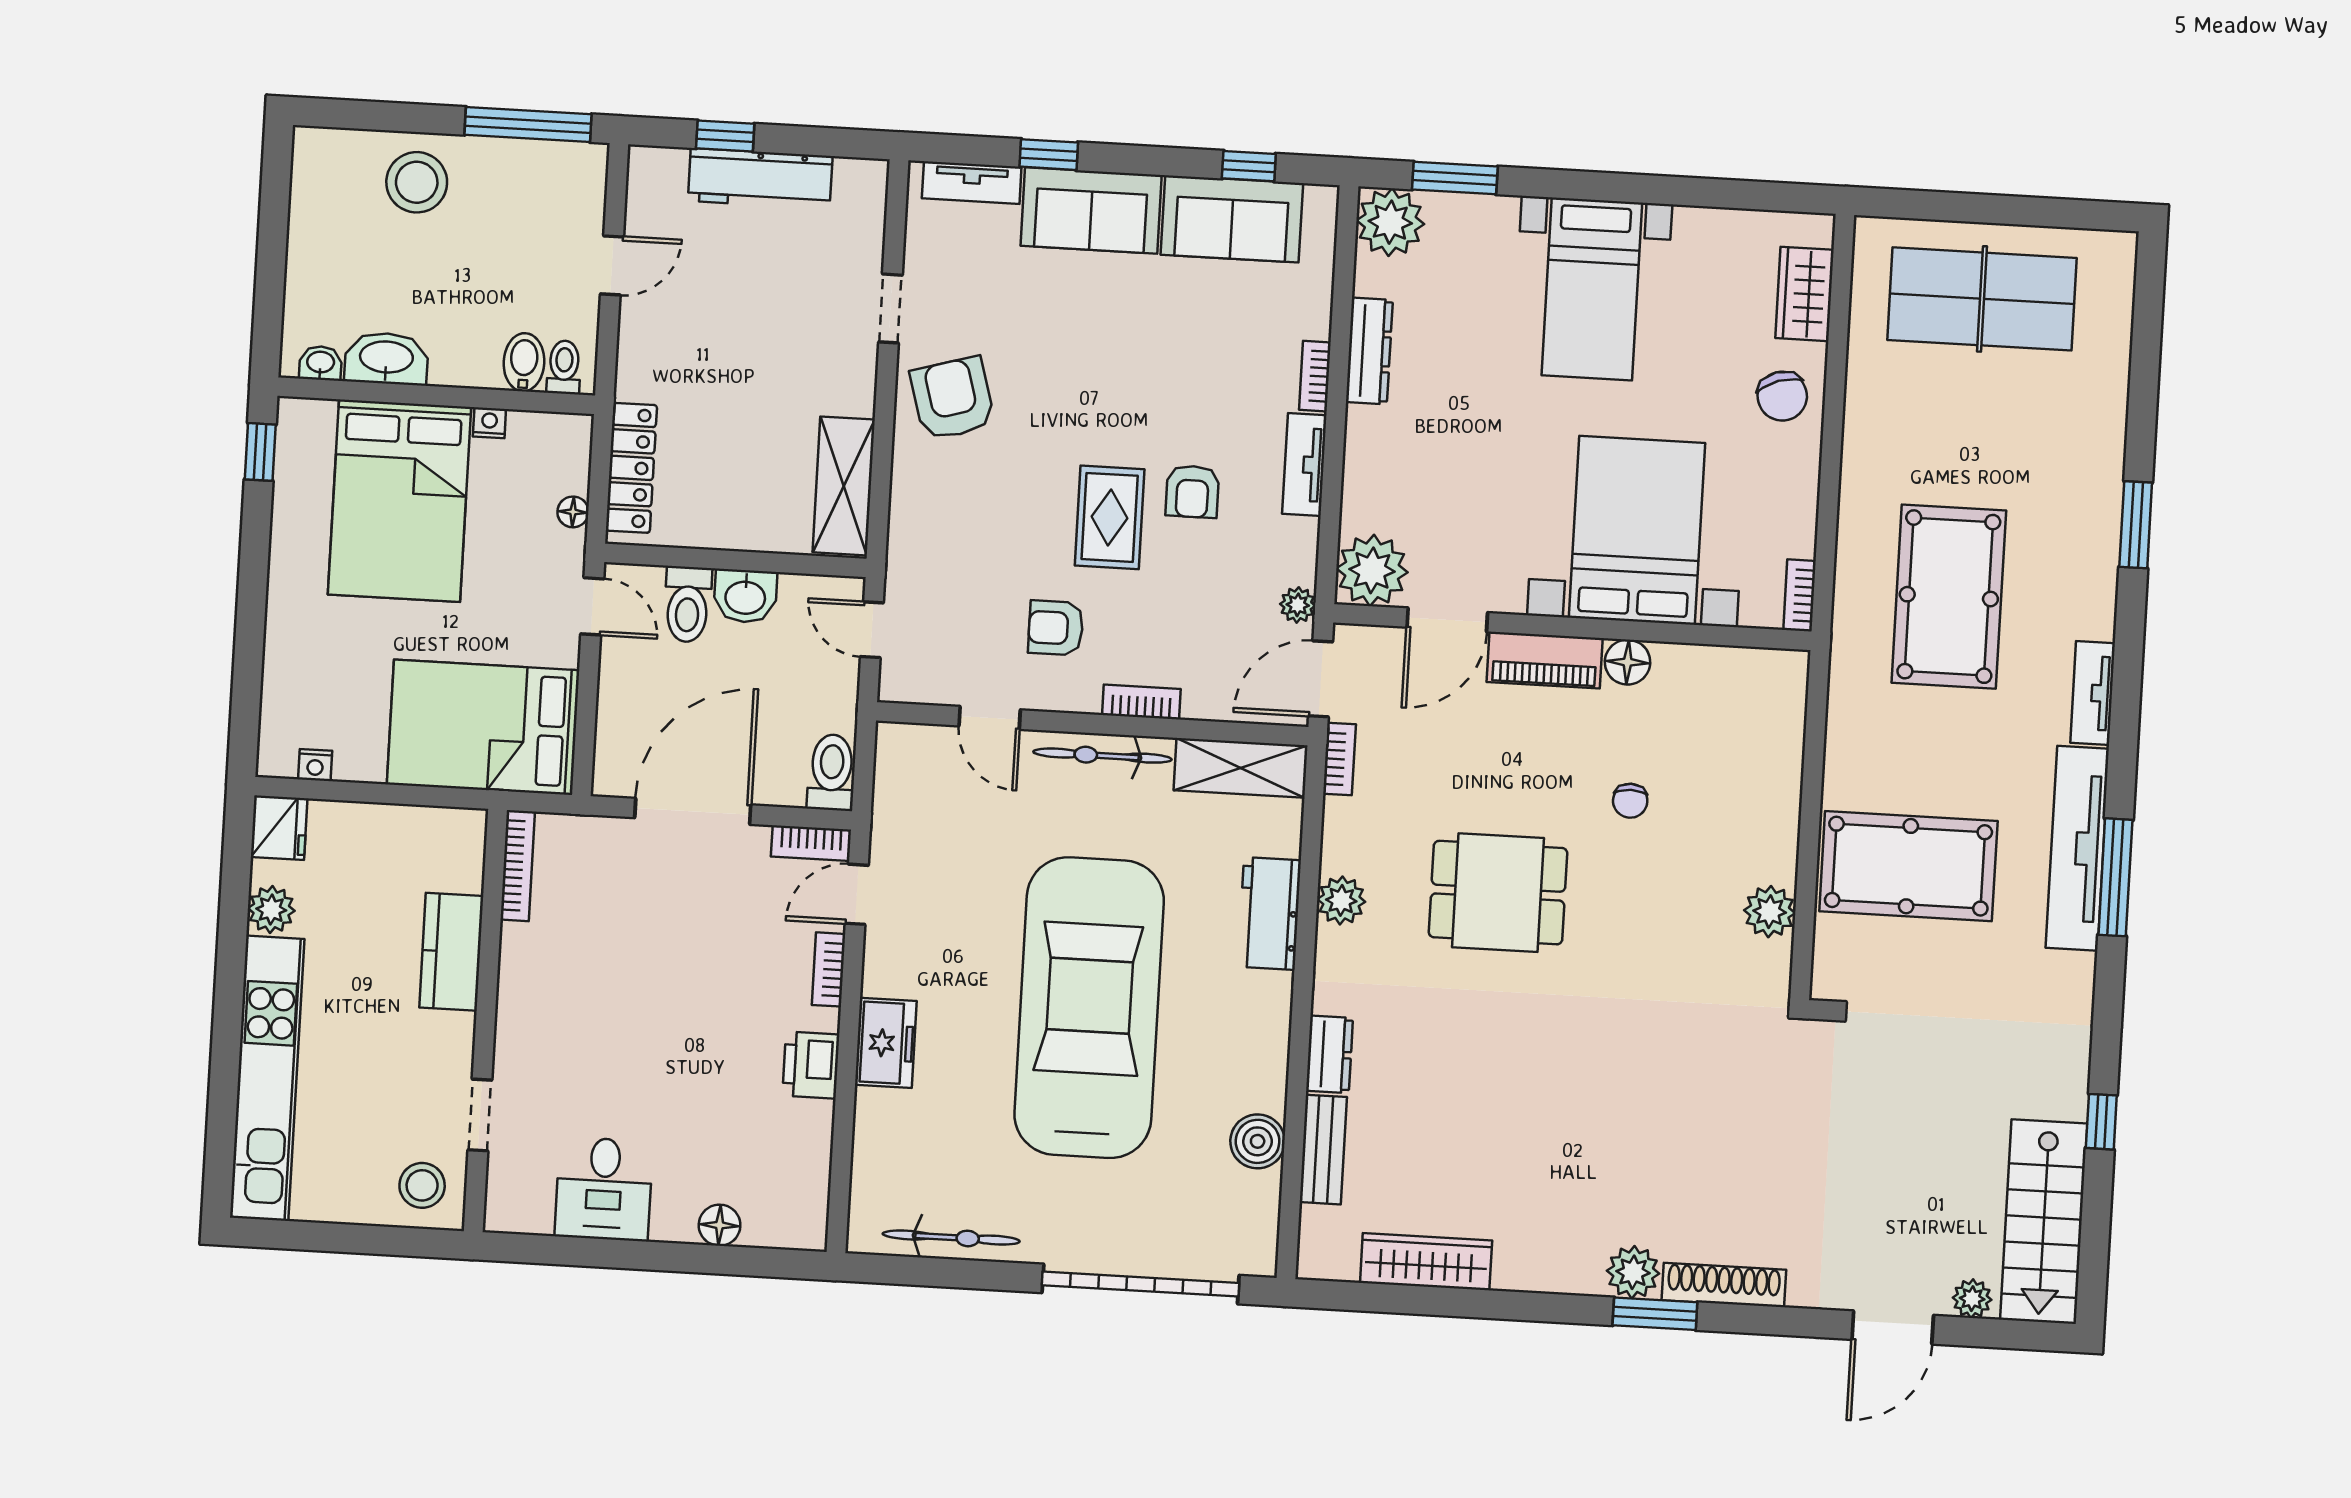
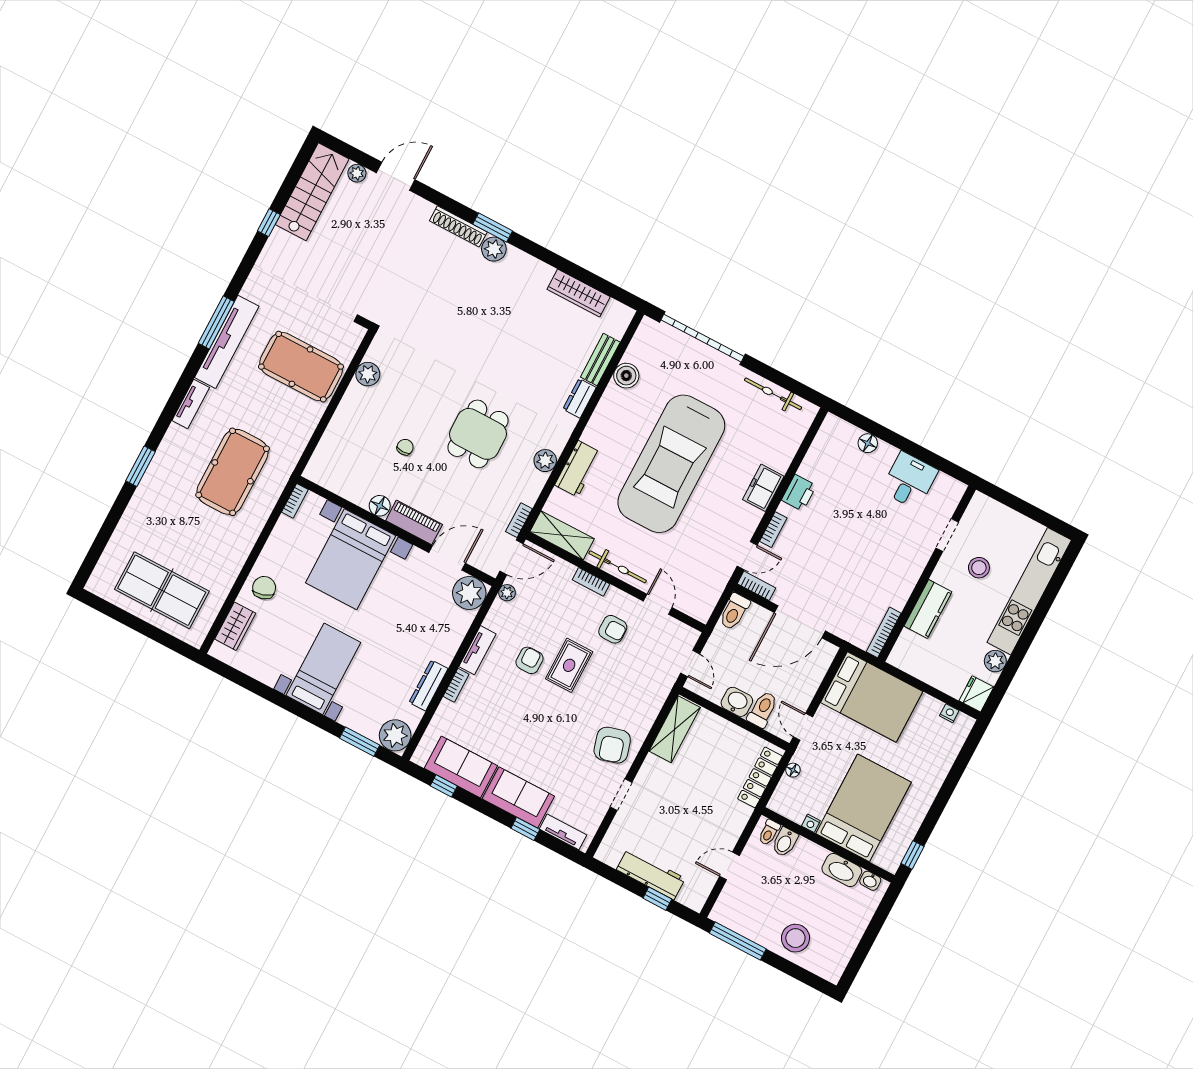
dining table: (1498, 893) -> (478, 434), turned 90
stool: (422, 1185) -> (979, 568), moved

